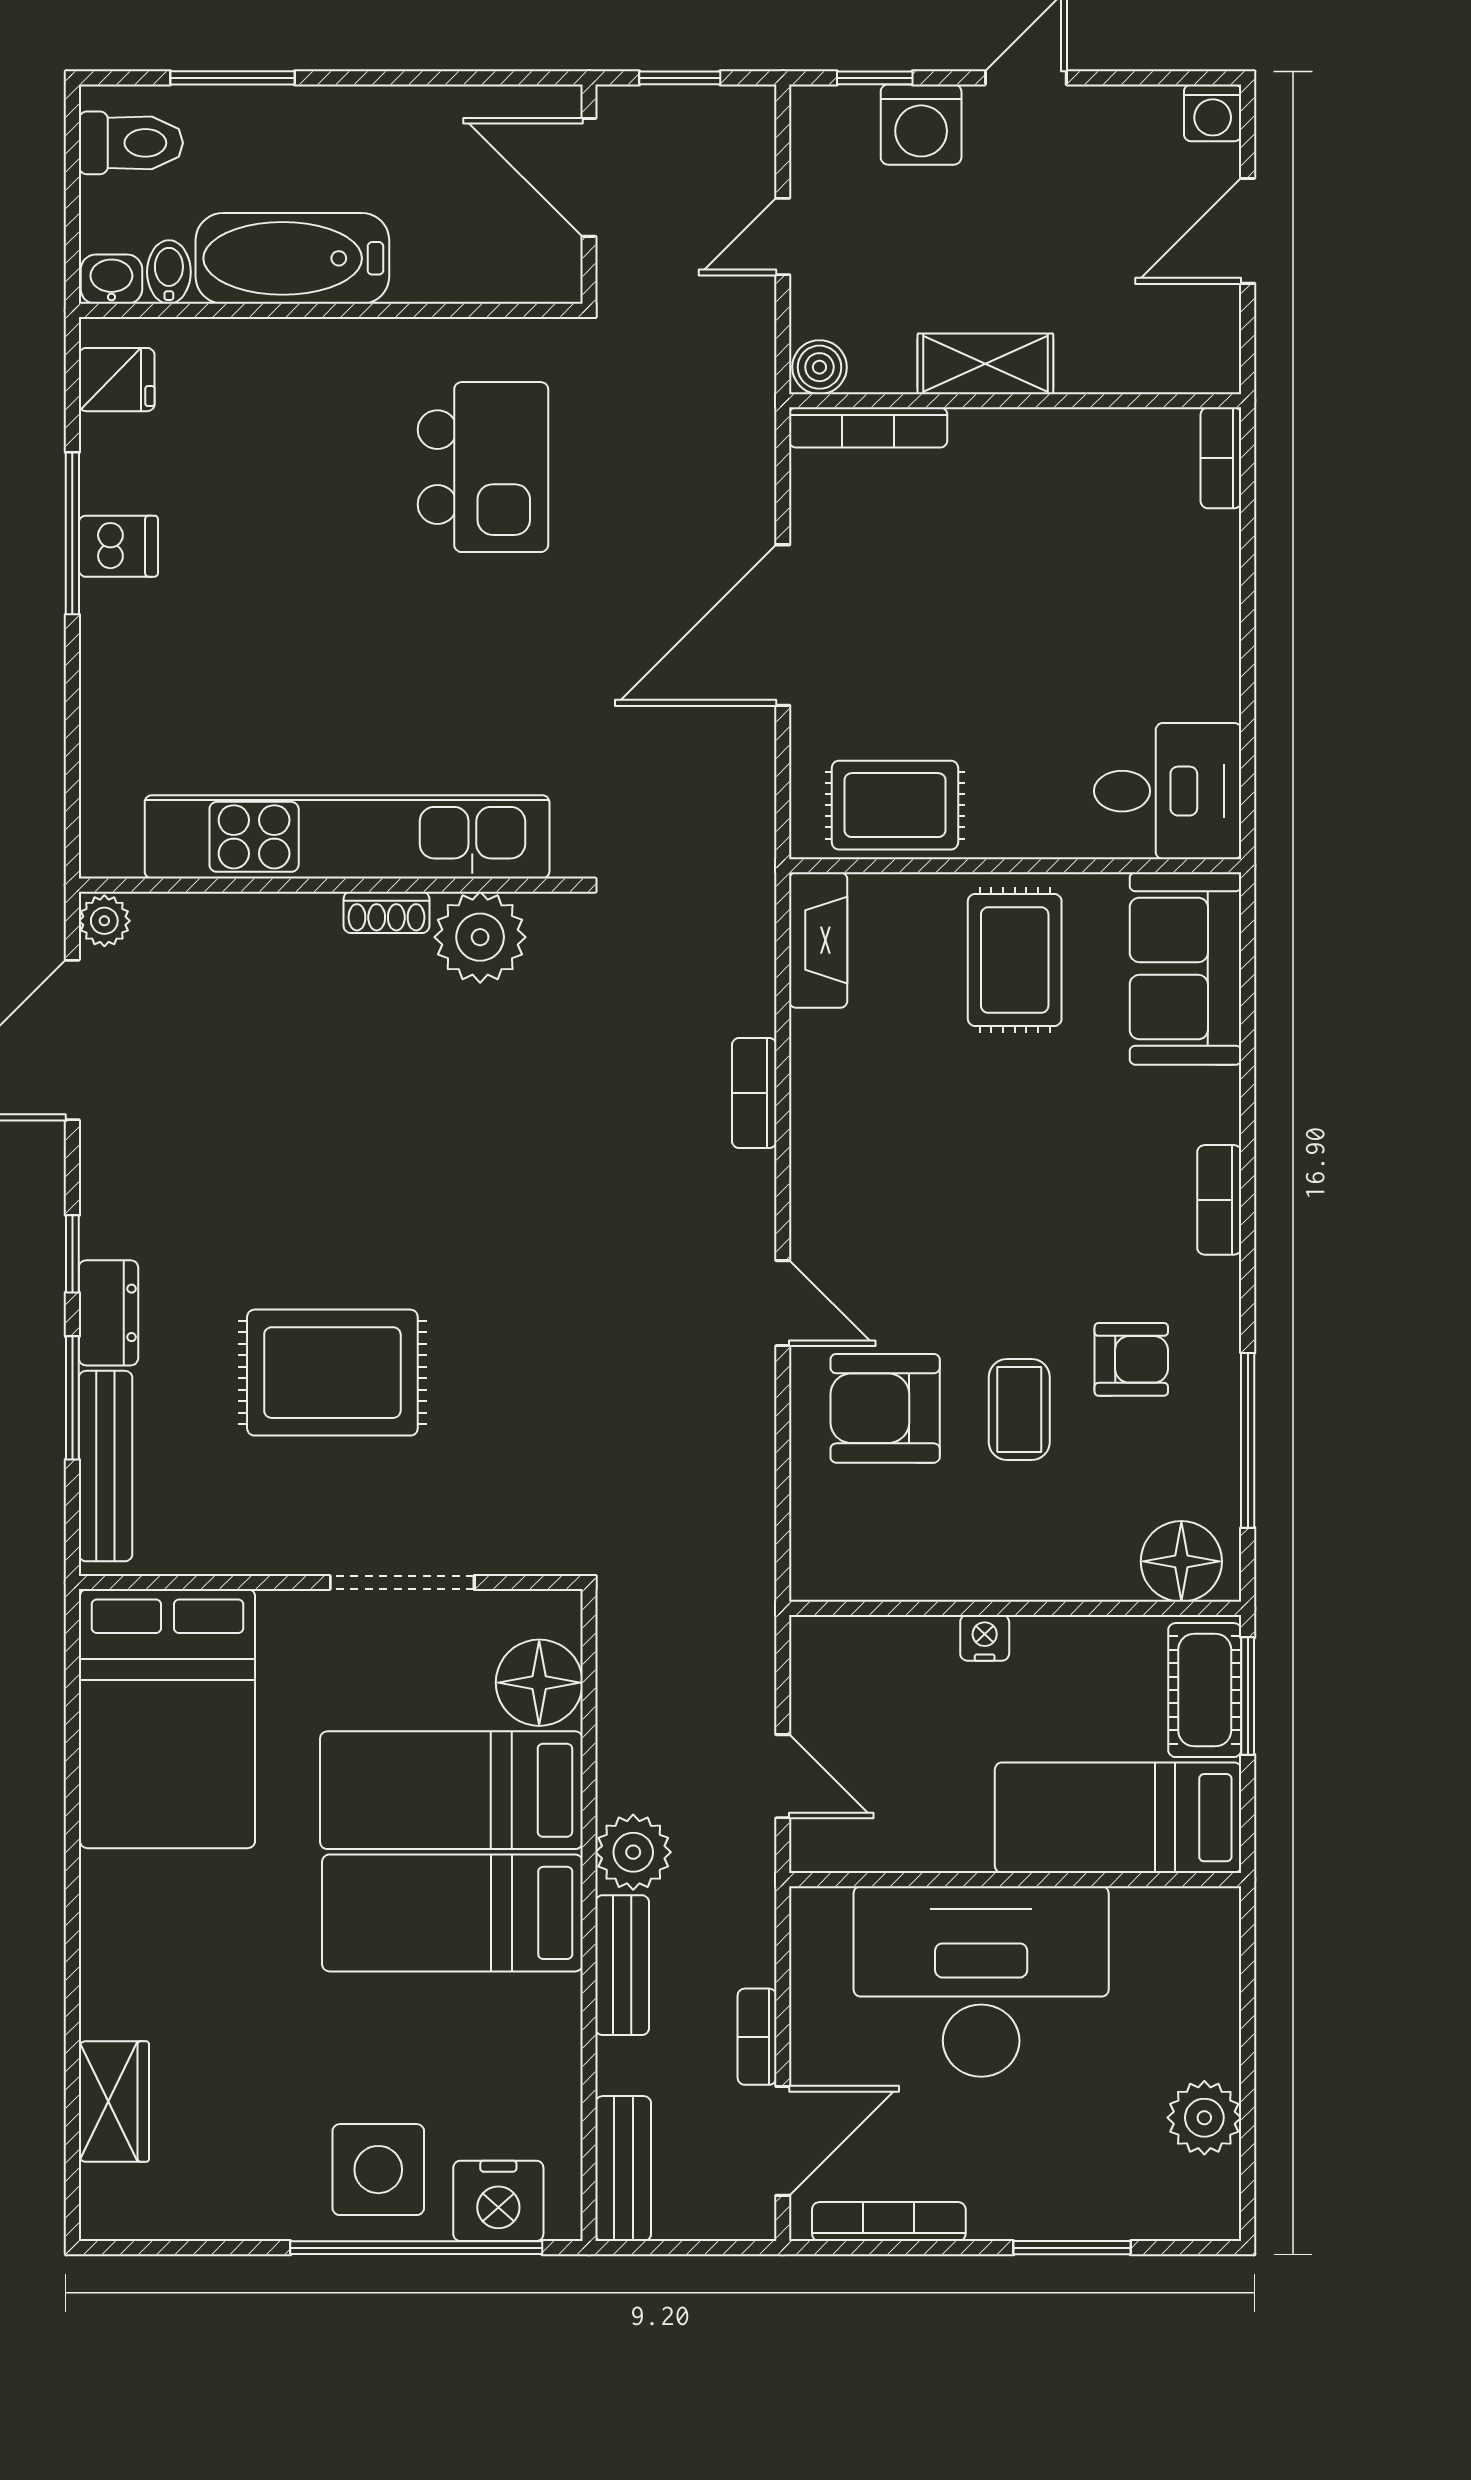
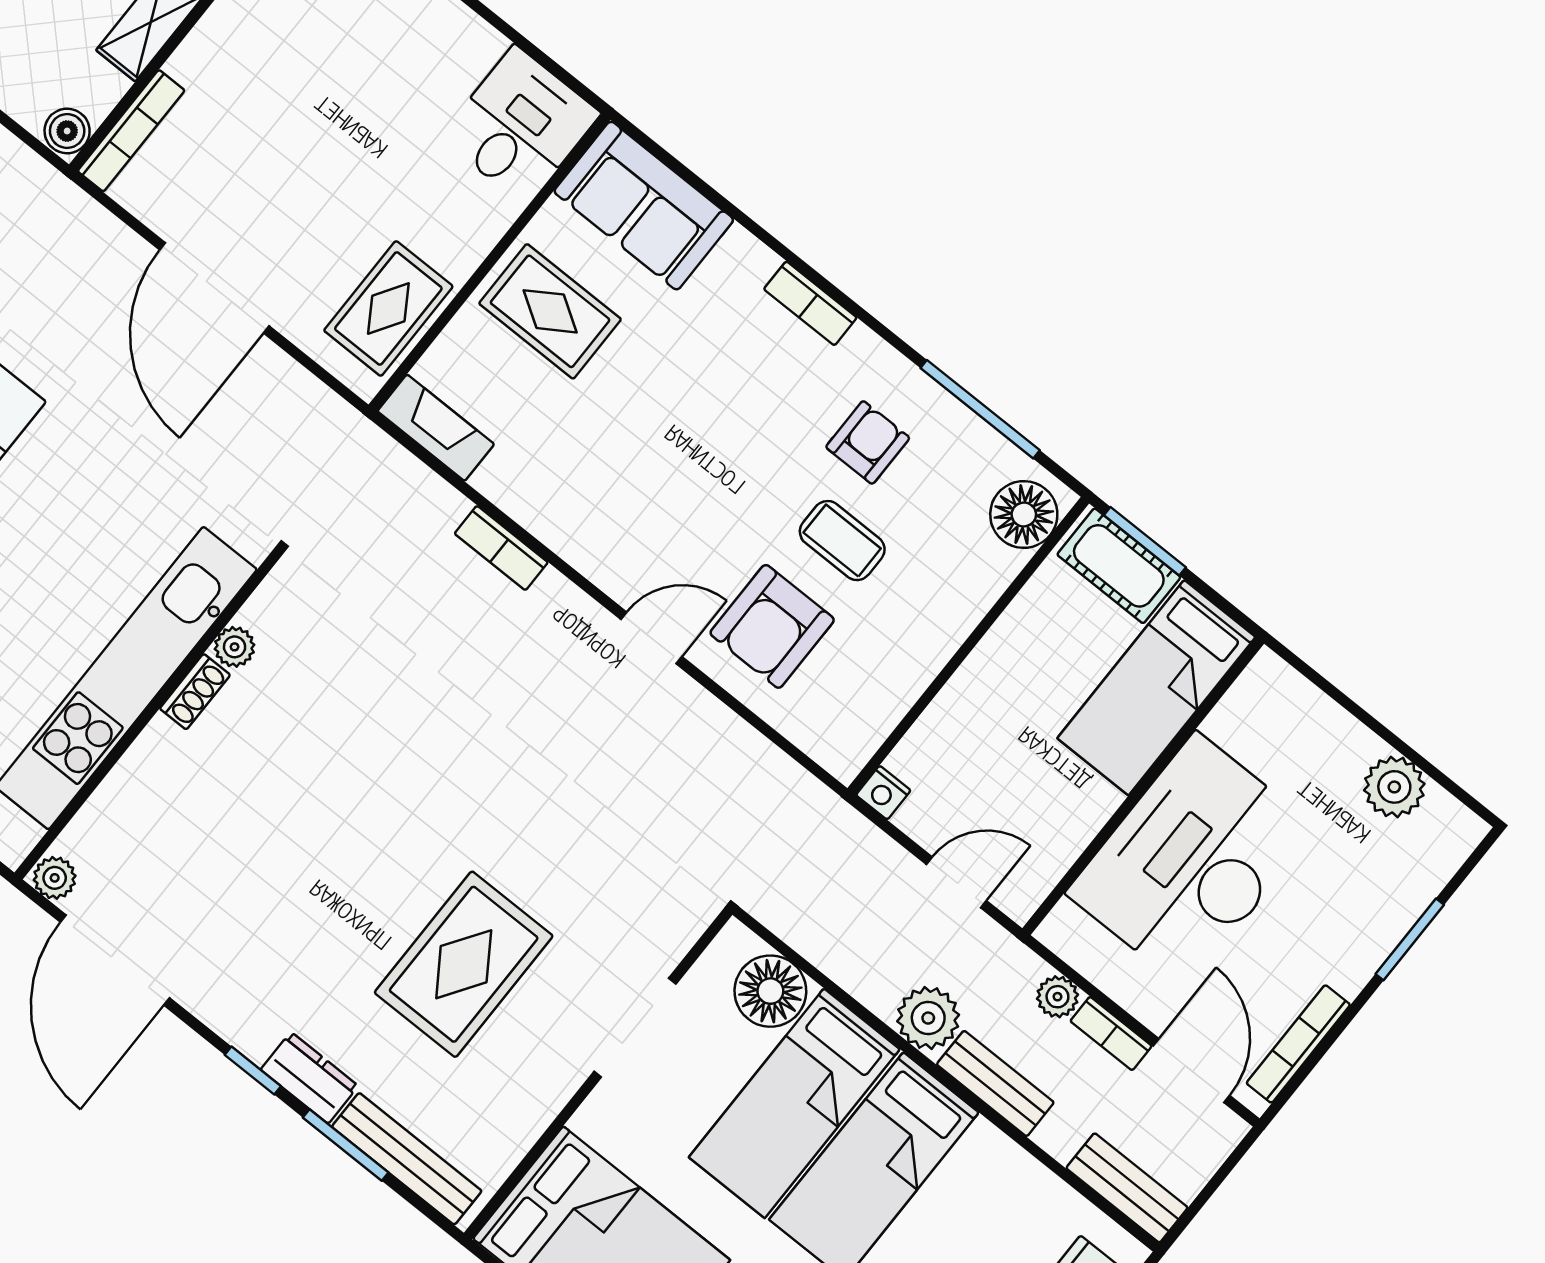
plant: (480, 937) -> (235, 647), width x0.53, depth x0.53
nightstand: (985, 1638) -> (883, 793), moved, turned -90
plant: (751, 1958) -> (1057, 997), added

